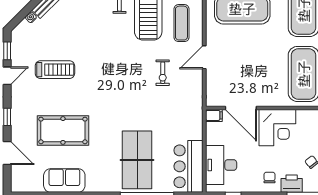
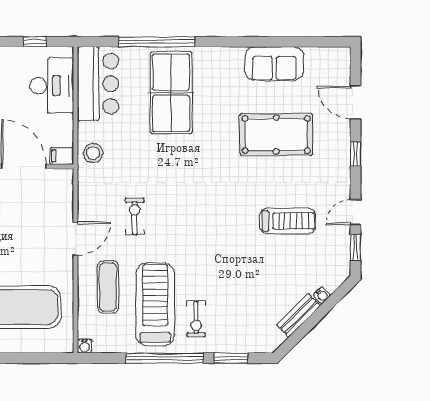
treadmill: (55, 70) -> (288, 221), turned 180
stool: (192, 117) -> (93, 153), added

